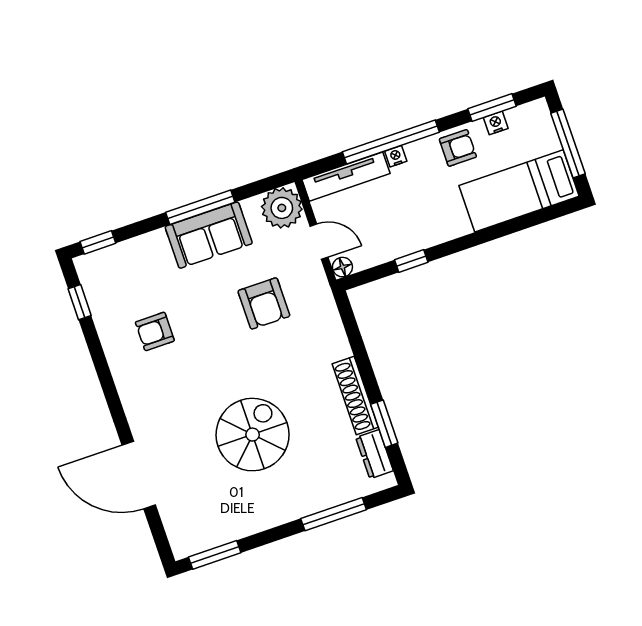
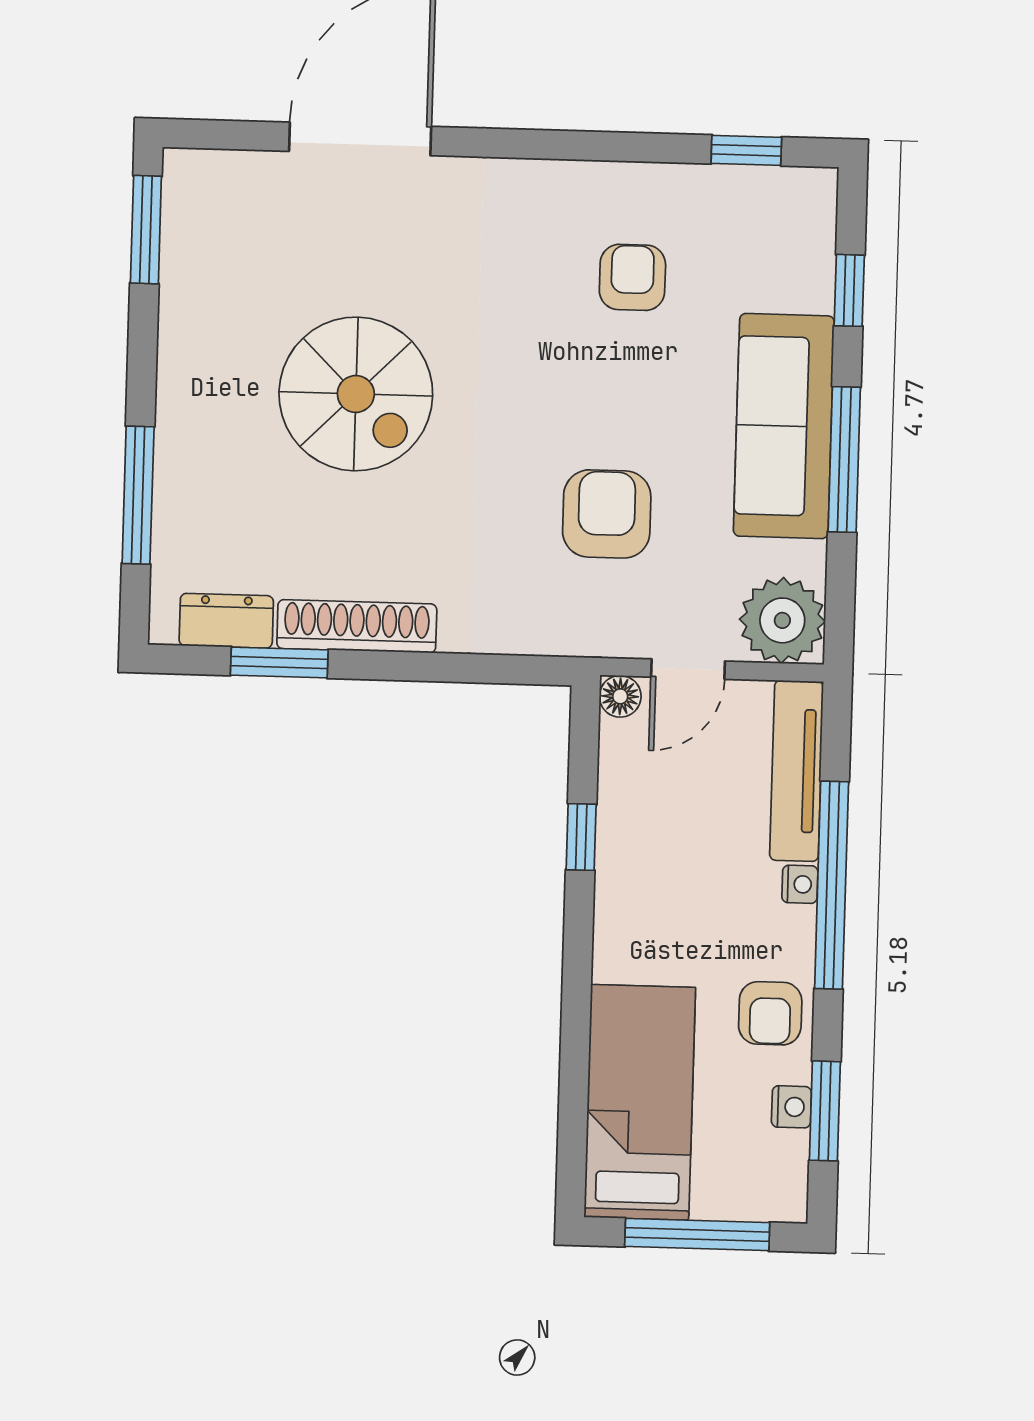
sofa: (209, 235) -> (784, 426), width x1.36
window: (98, 242) -> (849, 290), moved
armchair: (264, 303) -> (607, 514), turned 90

